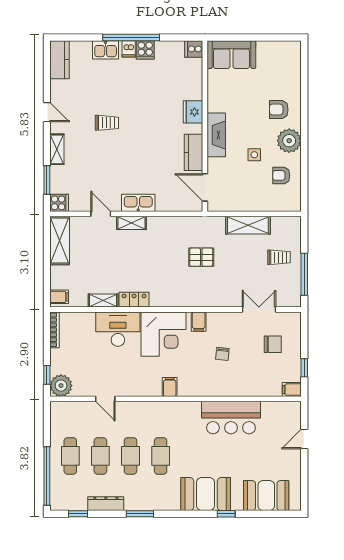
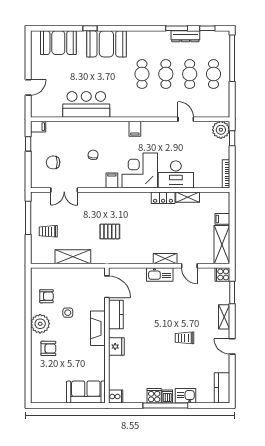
filing cabinet: (59, 297) -> (222, 219), moved
window: (140, 514) -> (177, 28), moved

